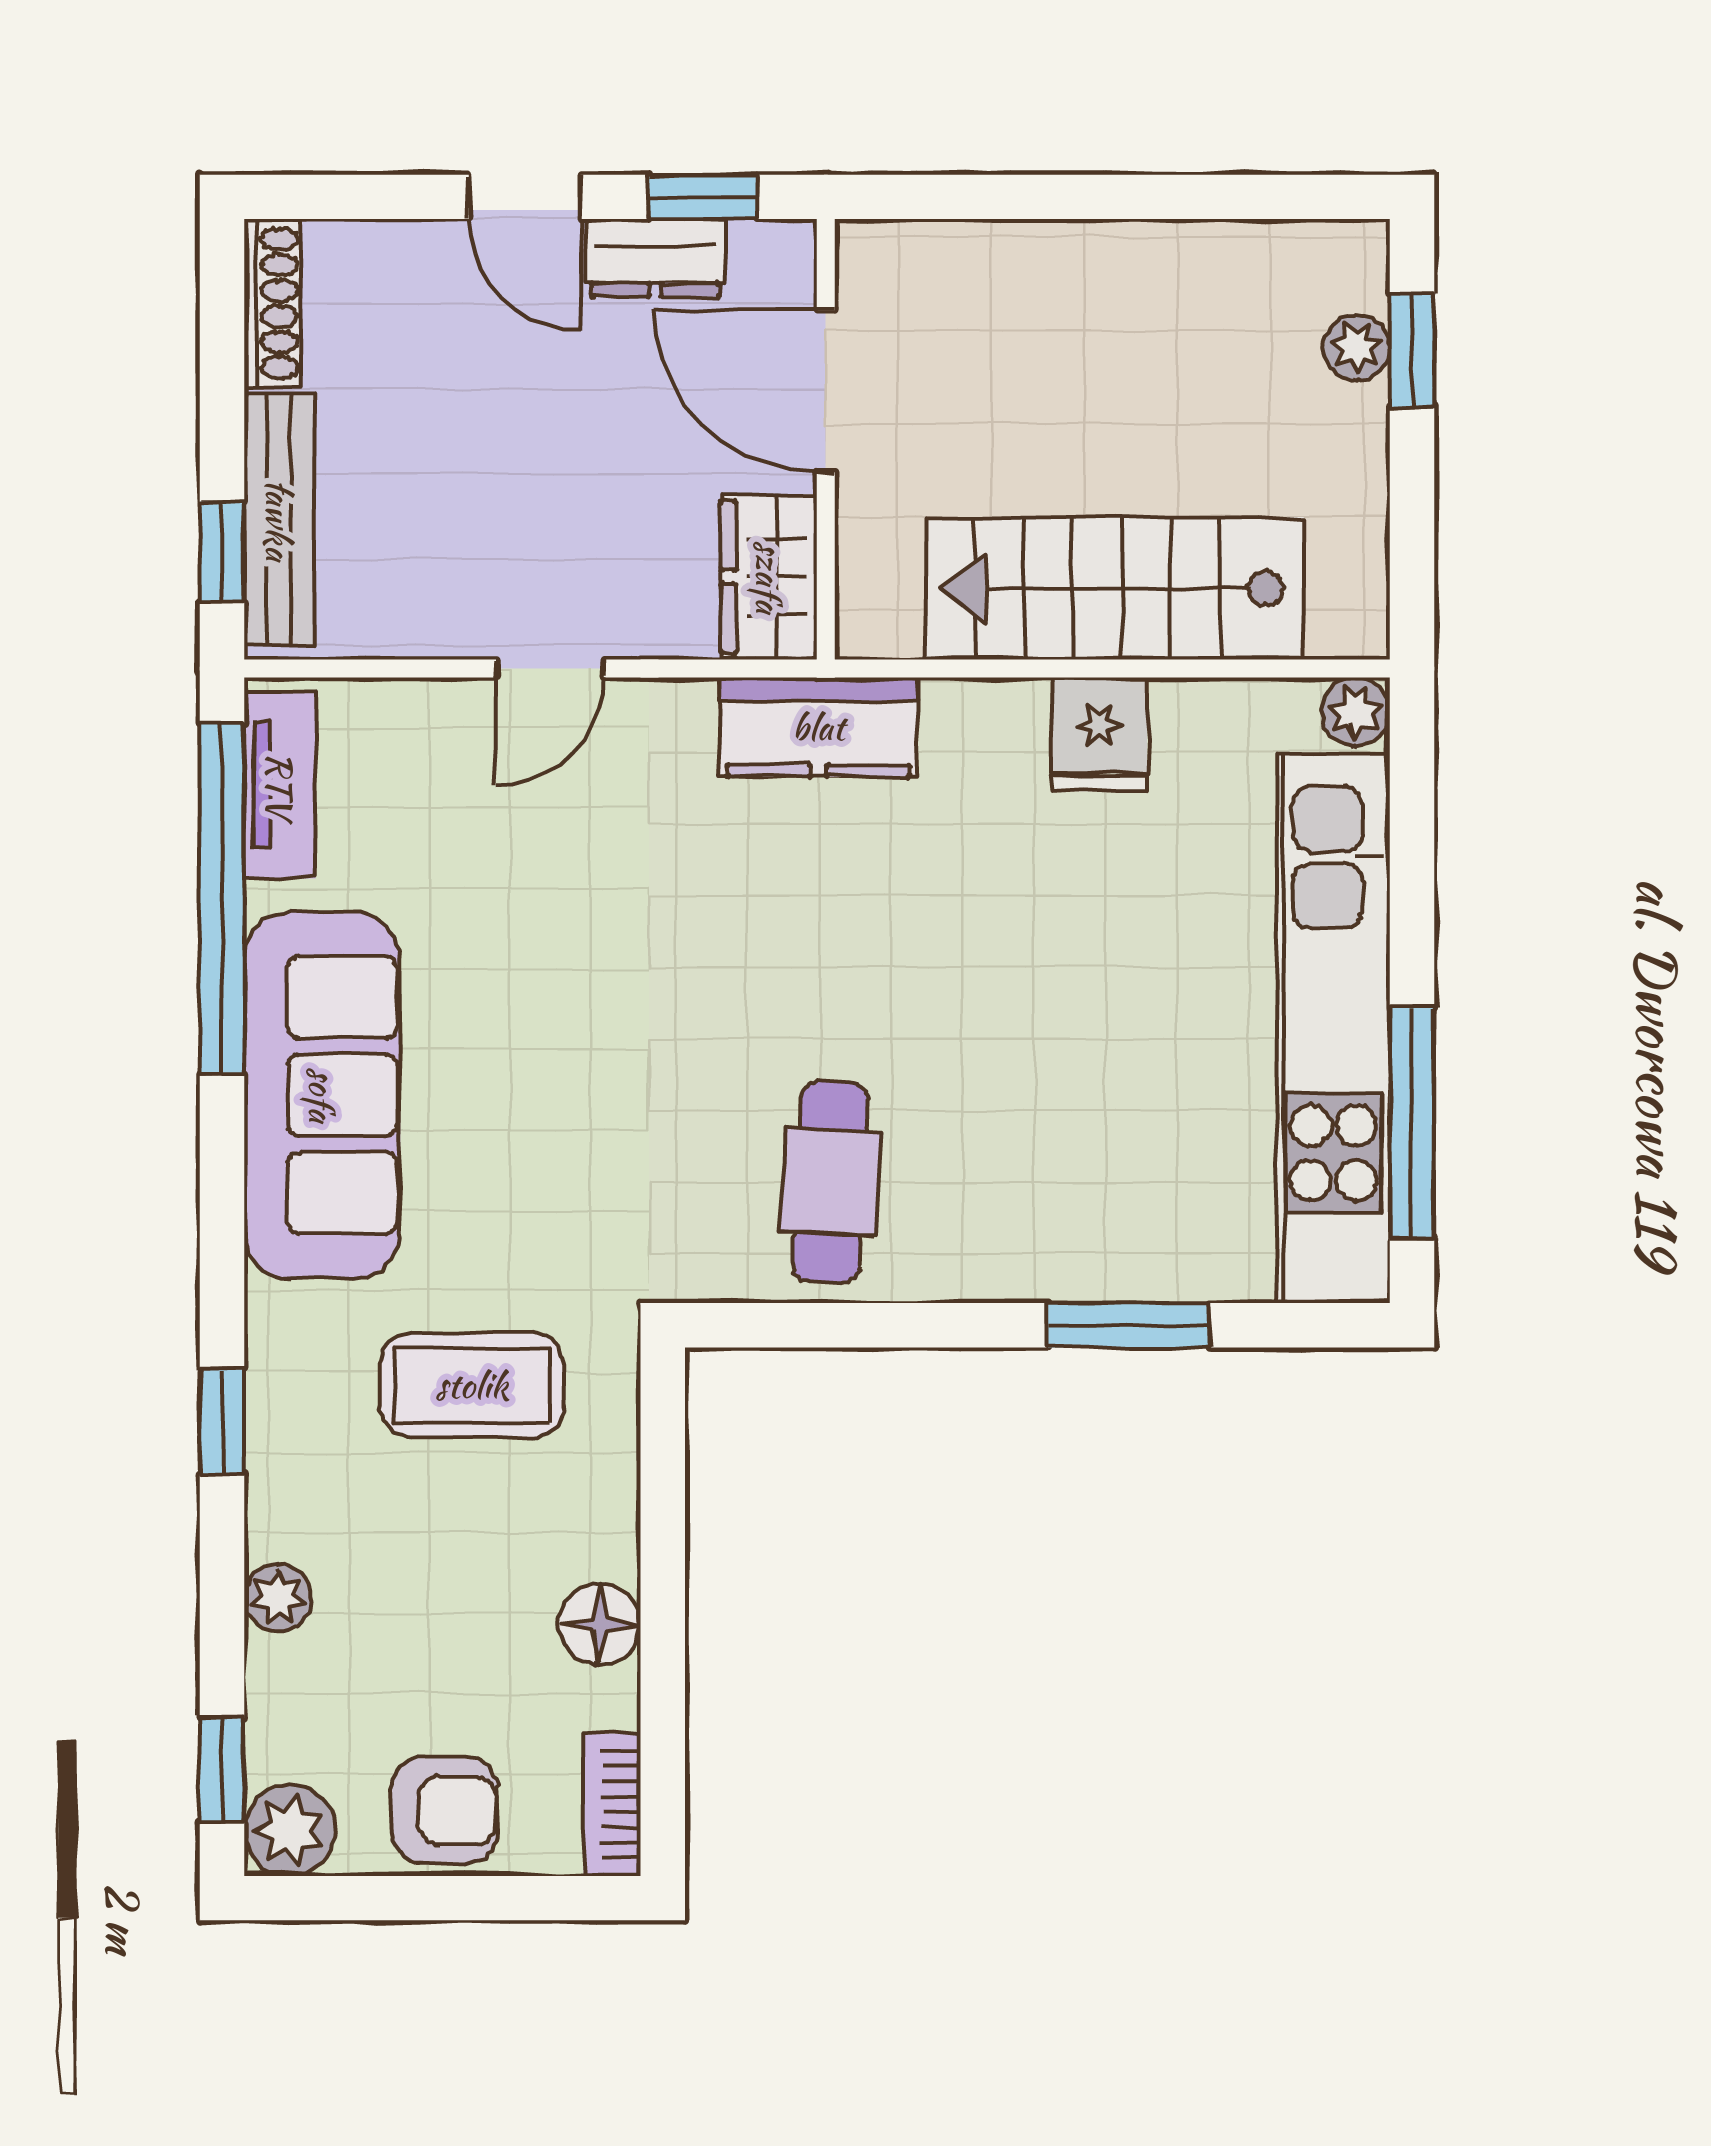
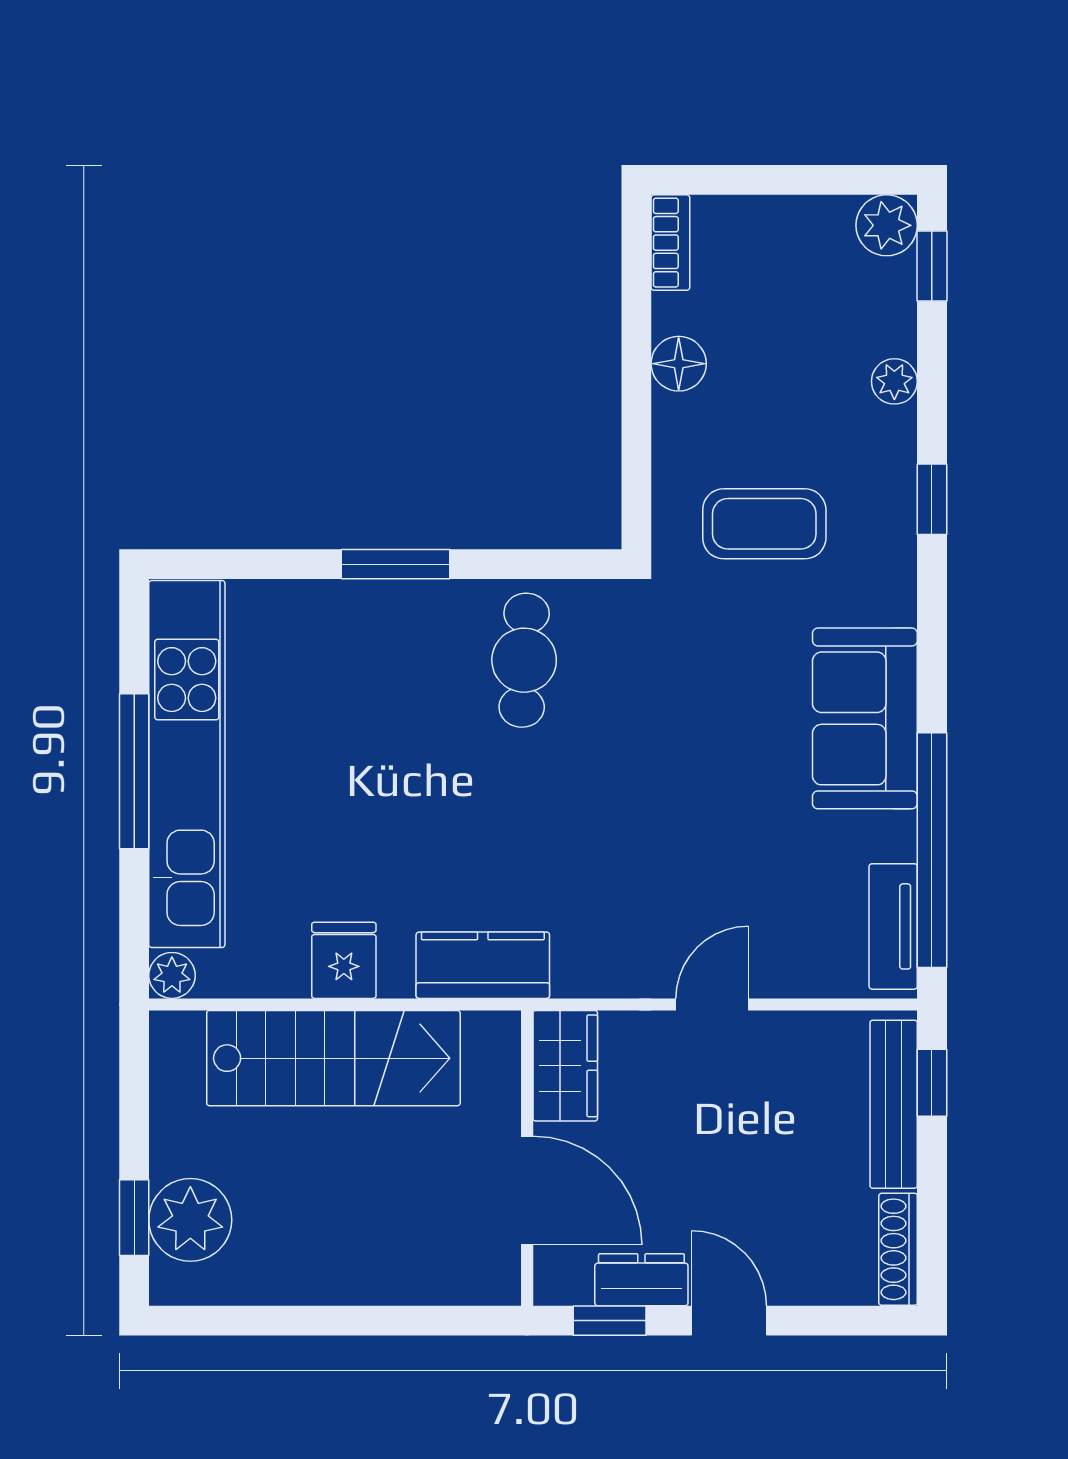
plant: (1357, 347) -> (190, 1220), width x1.87, depth x1.87
kitchen counter: (818, 727) -> (483, 965), moved
sofa: (322, 1095) -> (865, 718), width x0.73
window: (1412, 1123) -> (134, 771), moved
window: (1129, 1325) -> (395, 564), moved
armchair: (445, 1810) -> (783, 239), removed

